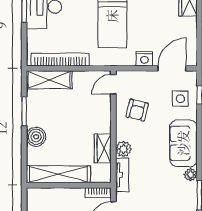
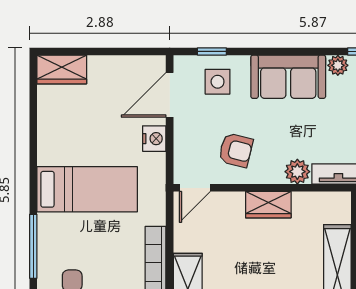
door: (172, 68) -> (170, 95), hinge flipped
door: (113, 84) -> (195, 188), hinge flipped
wardrobe: (103, 148) -> (268, 205), moved

